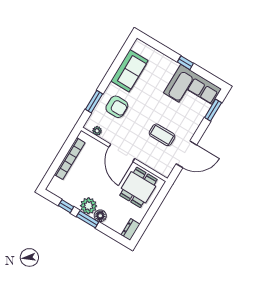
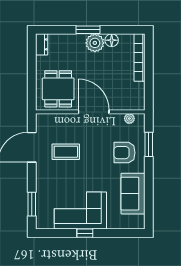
corner sofa: (192, 91) -> (80, 211), moved
bookcase: (70, 159) -> (139, 58), moved
window: (66, 206) -> (116, 30), removed
floor lamp: (100, 216) -> (112, 40), moved

